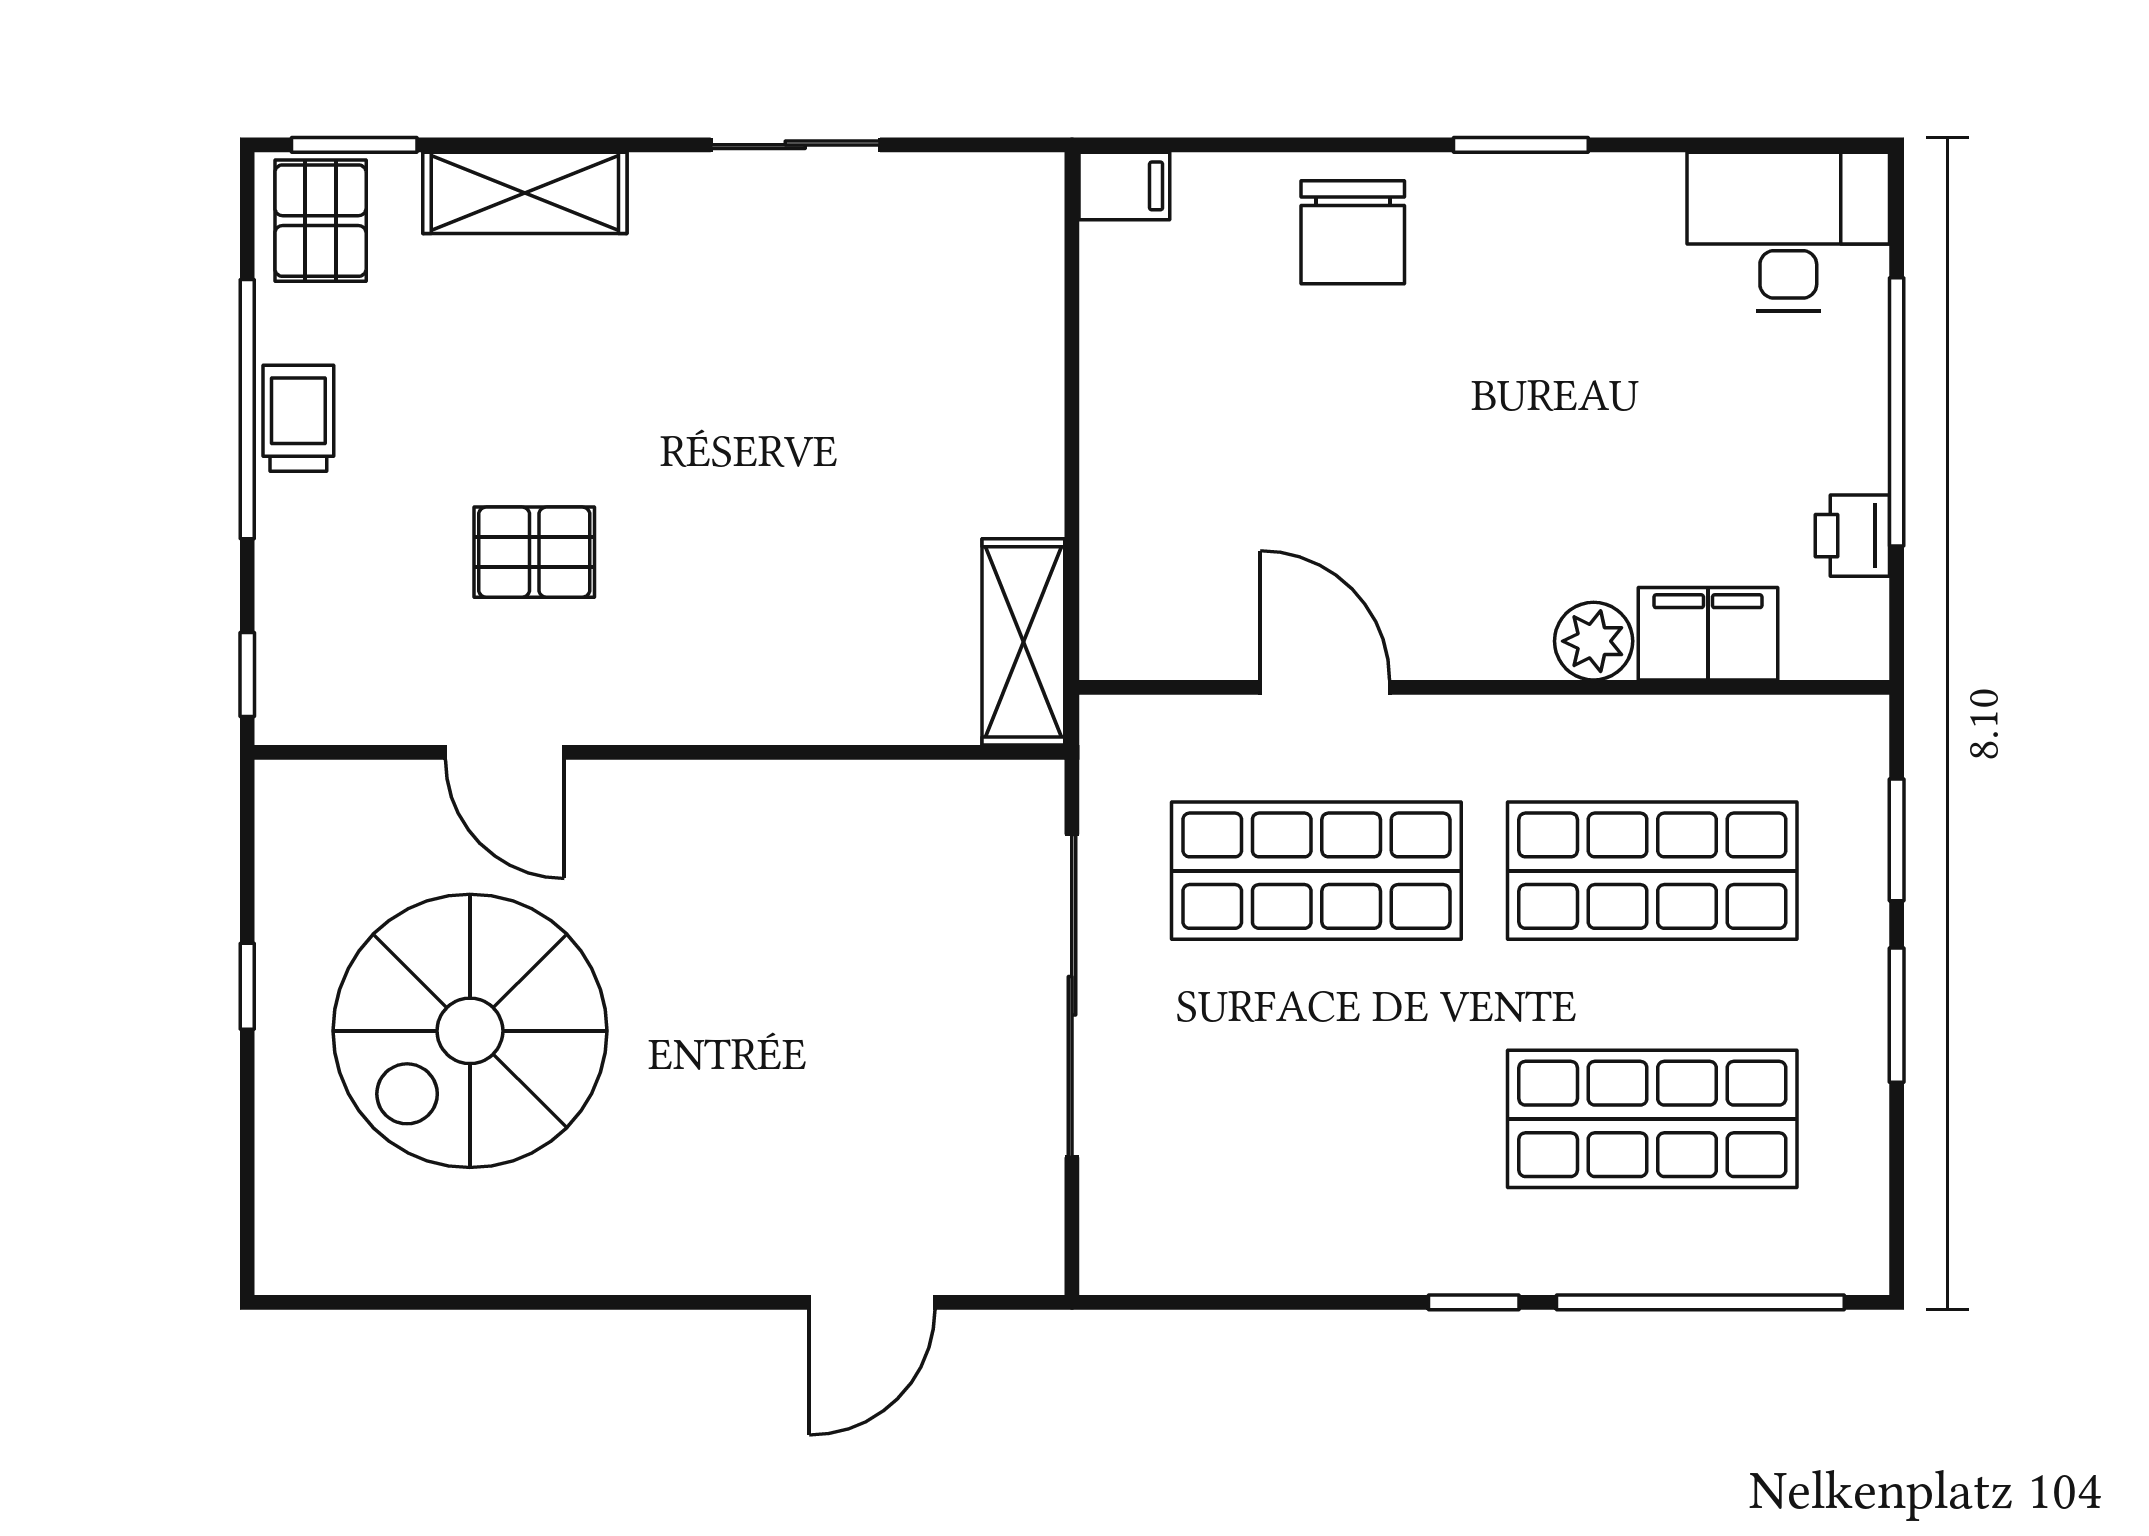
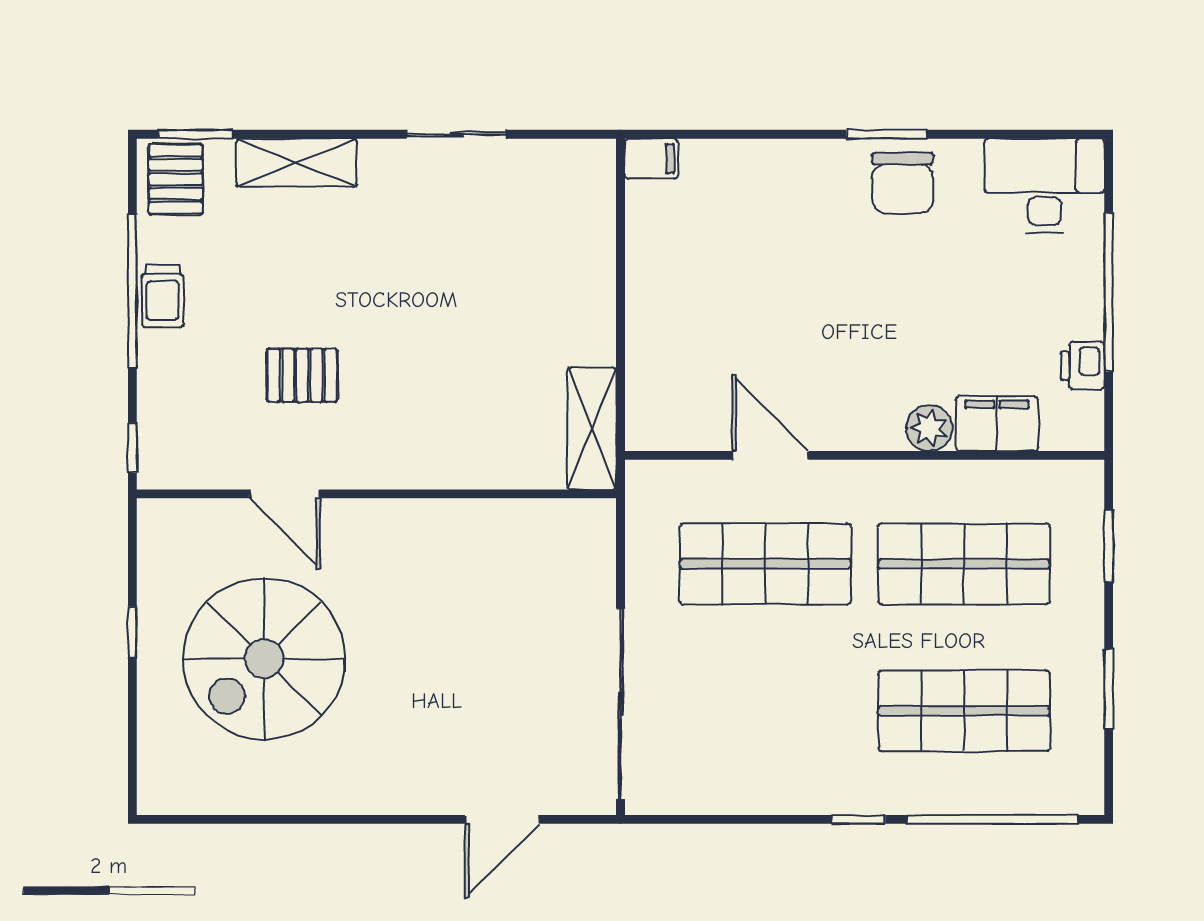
chair: (1353, 232) -> (902, 183), moved
trolley: (298, 418) -> (163, 296), turned 180
sliding door: (1072, 996) -> (621, 704), moved
window: (1897, 1015) -> (1109, 689), moved

